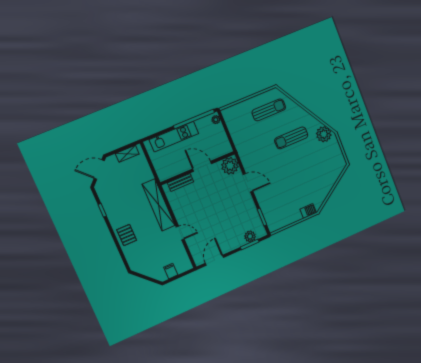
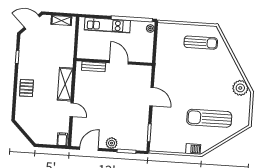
sun lounger: (291, 138) -> (209, 118), moved, width x1.36, depth x1.34
plant: (230, 166) -> (143, 74), removed
shelving: (159, 205) -> (65, 84), width x0.68
plant: (250, 236) -> (112, 143), moved
filing cabinet: (171, 271) -> (62, 139), moved

